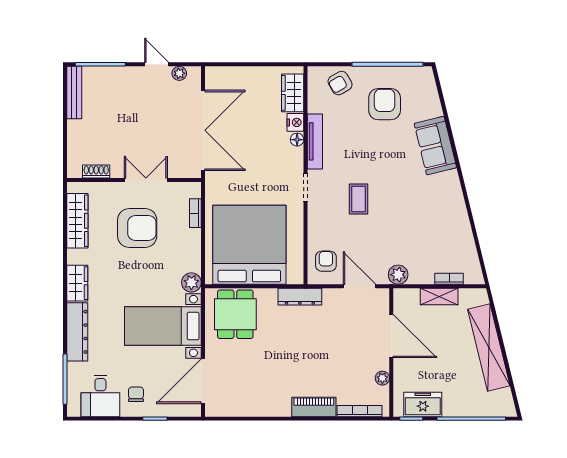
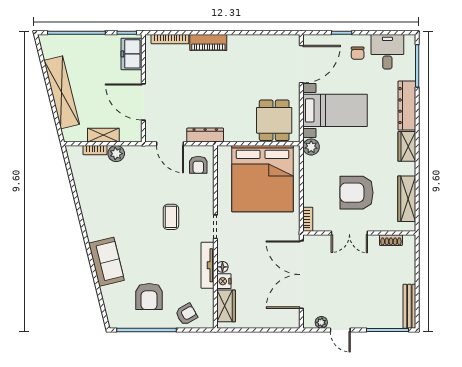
bookcase: (195, 213) -> (308, 219), moved
plant: (398, 275) -> (116, 154), moved
dresser: (300, 297) -> (205, 135), moved
plant: (382, 378) -> (151, 67), removed
freezer: (423, 404) -> (132, 54), moved, turned 90

